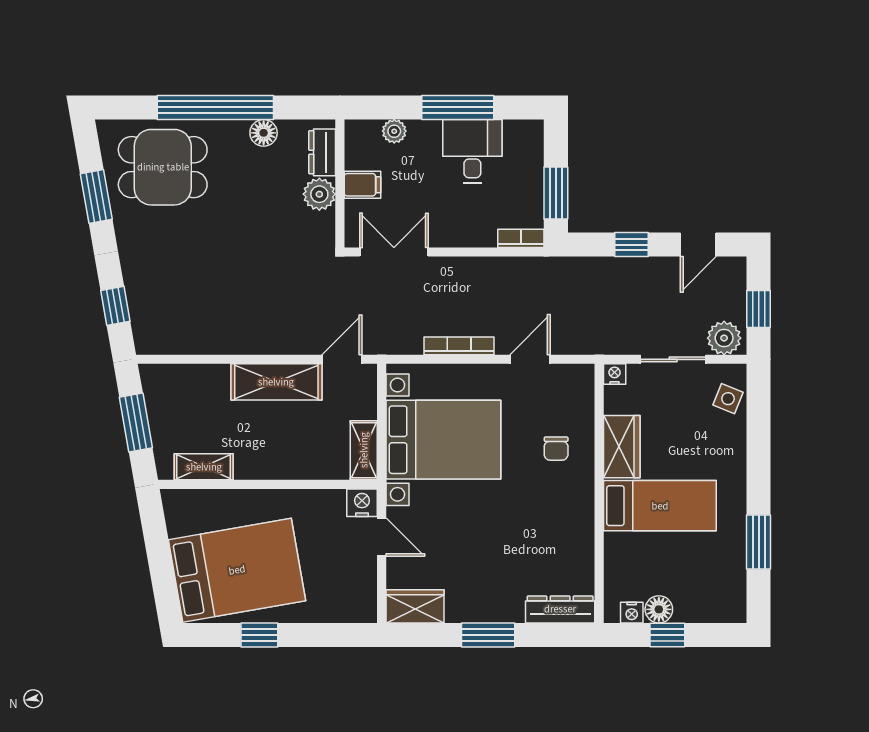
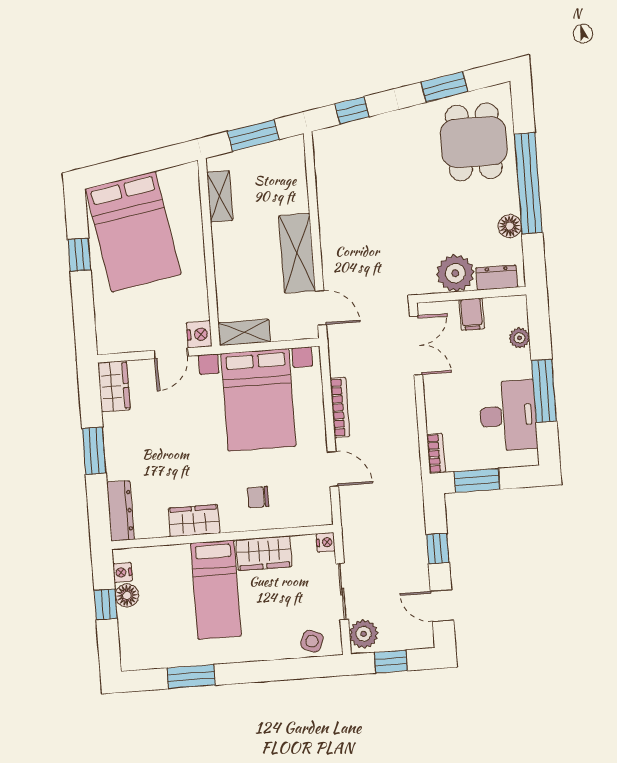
desk: (472, 151) -> (508, 416), width x1.37
plant: (319, 194) -> (455, 273), width x1.36, depth x1.36
wardrobe: (578, 525) -> (194, 521), added

